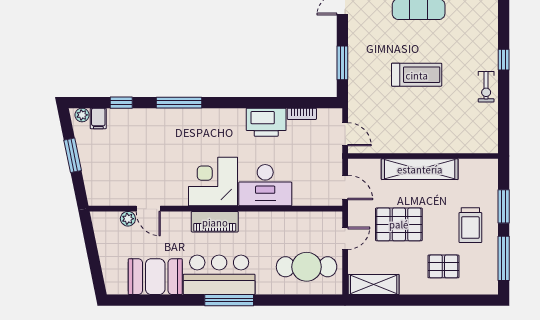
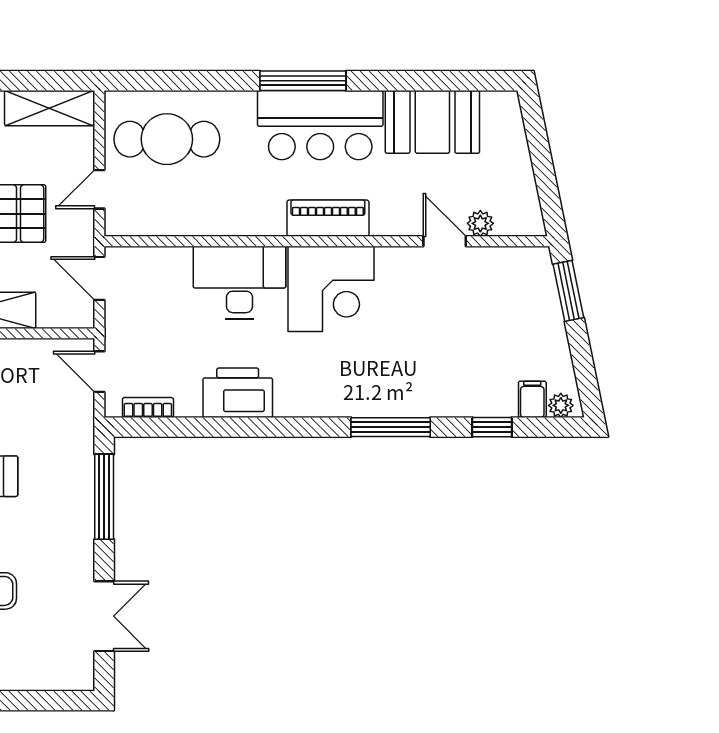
window: (342, 63) -> (104, 497), width x1.44
bookcase: (302, 114) -> (148, 408), moved
window: (73, 155) -> (568, 291), moved

